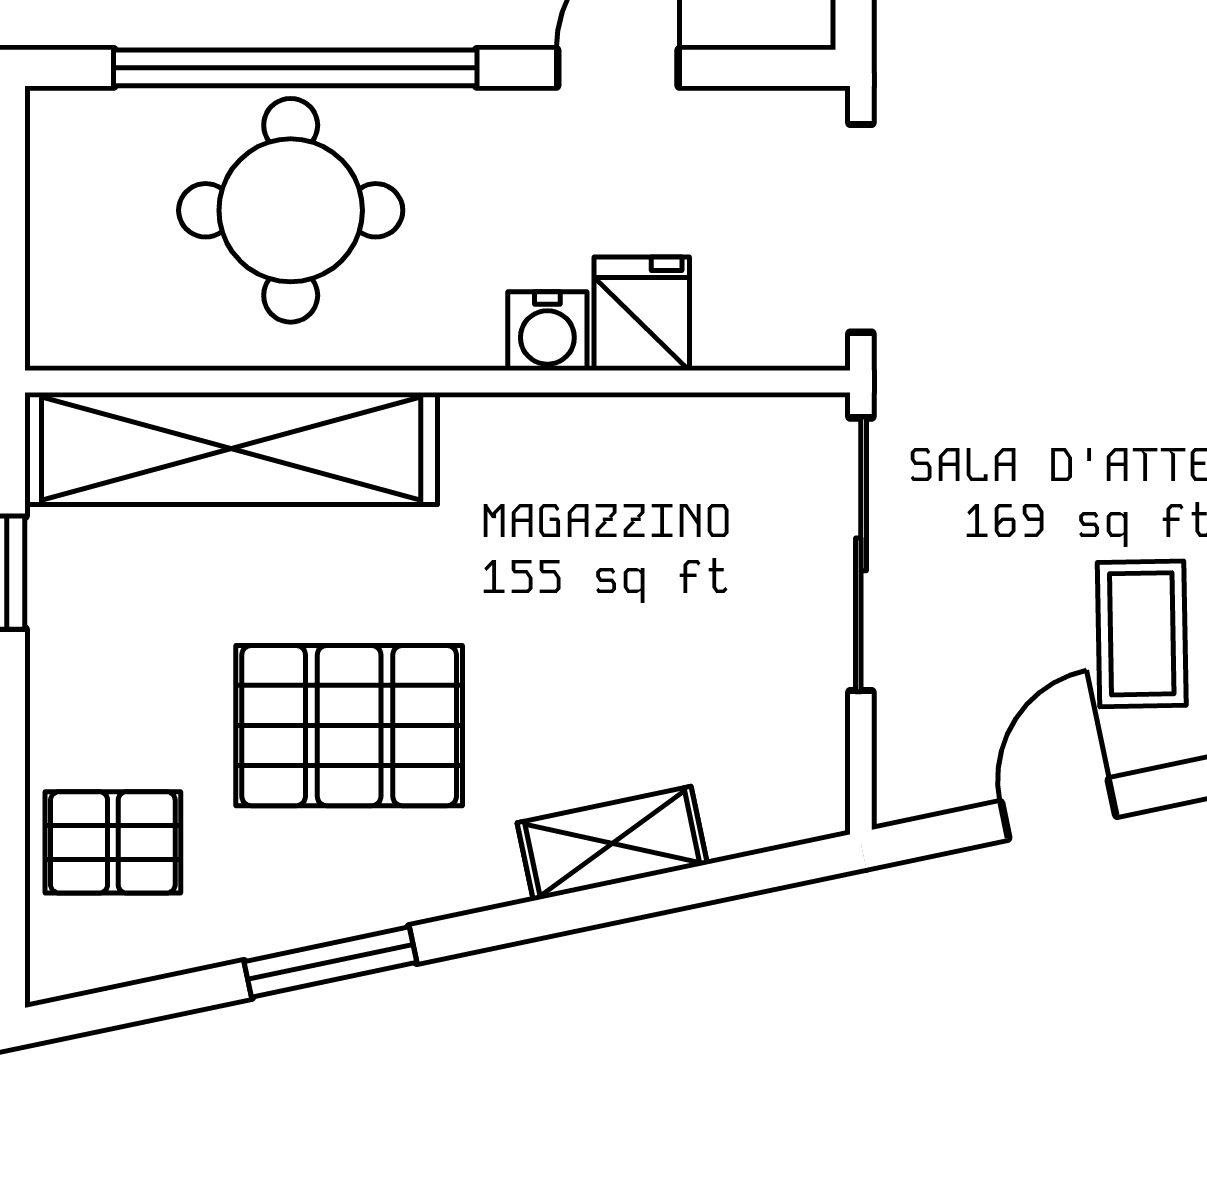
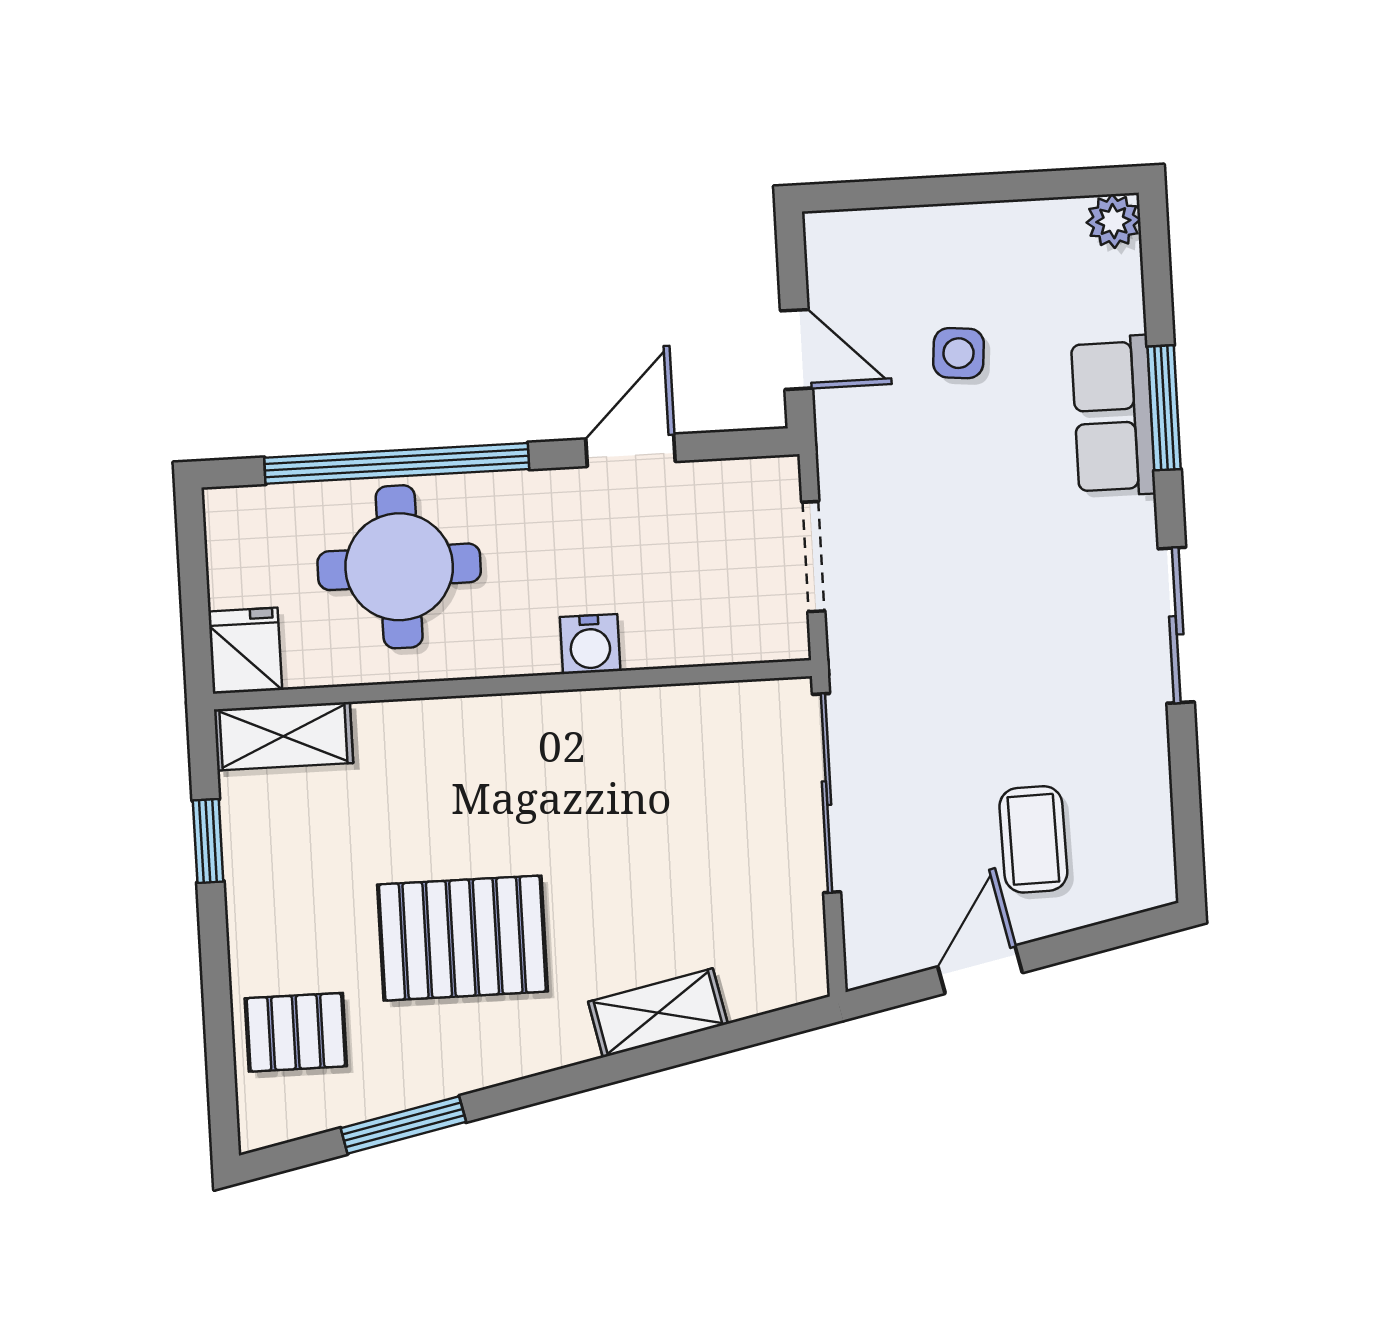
doorway: (861, 228) -> (813, 557), width x0.73
fridge: (642, 314) -> (245, 651), moved
shelving: (231, 448) -> (283, 736), width x0.45, depth x0.75
window: (330, 962) -> (403, 1125), moved

